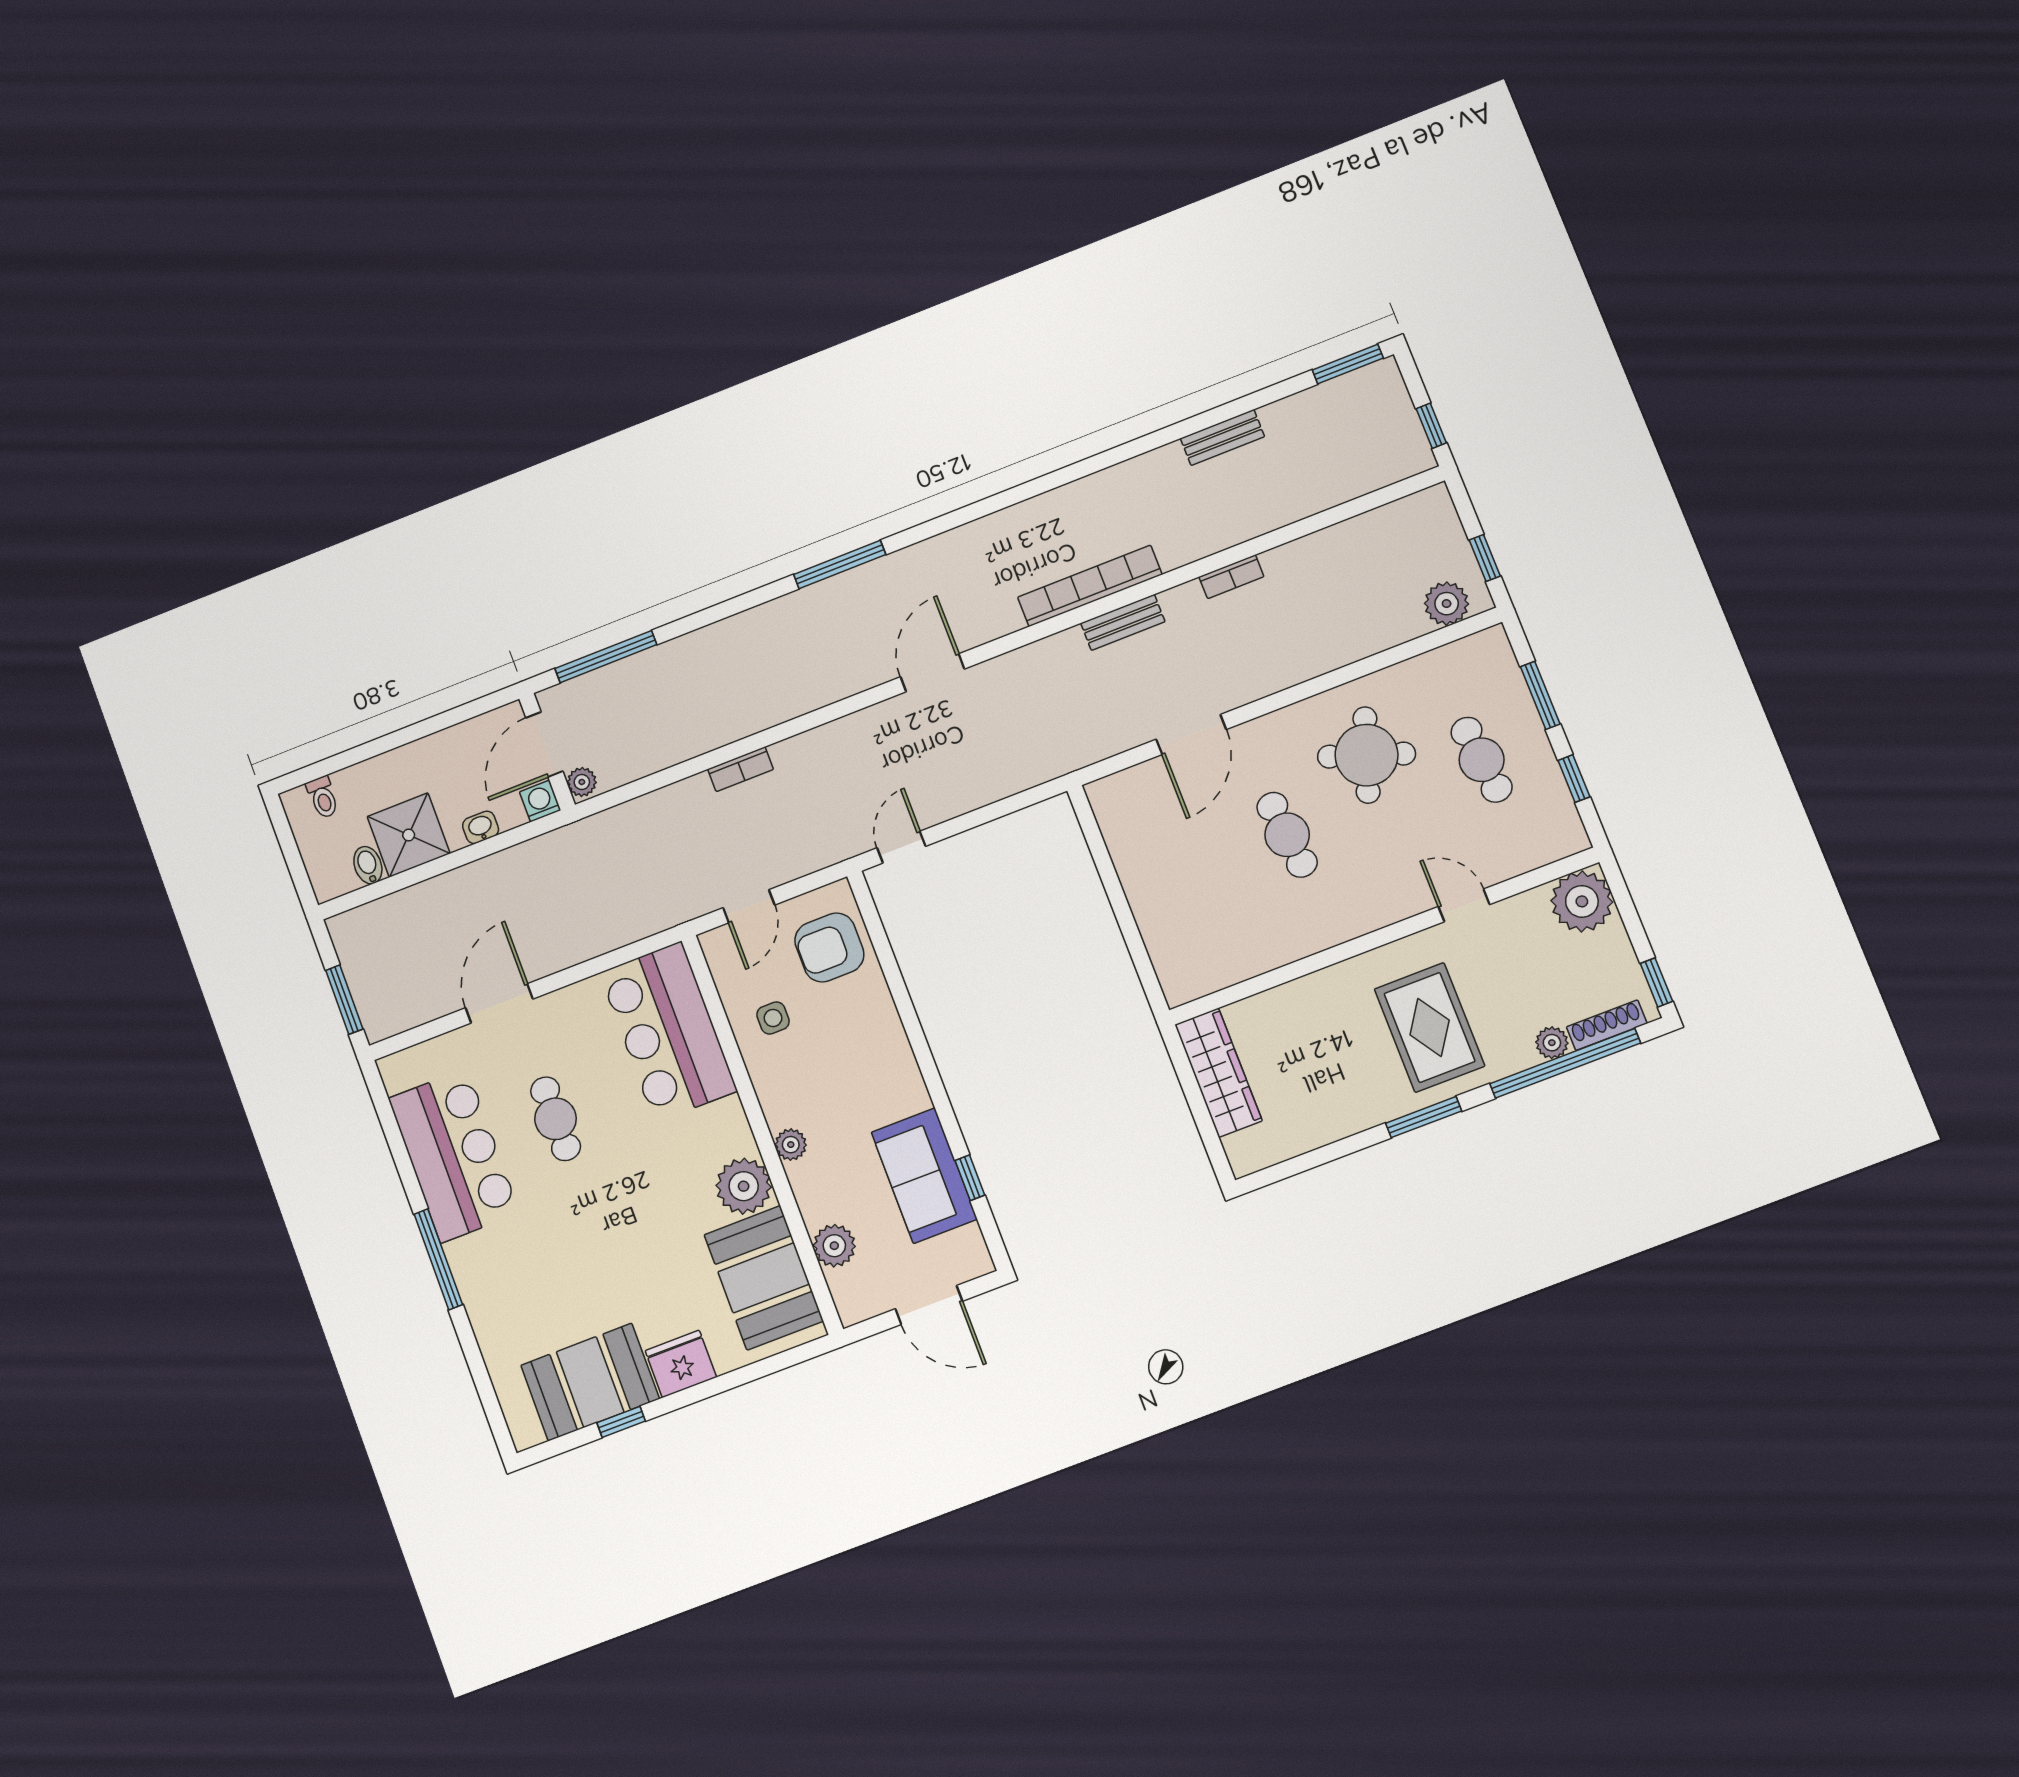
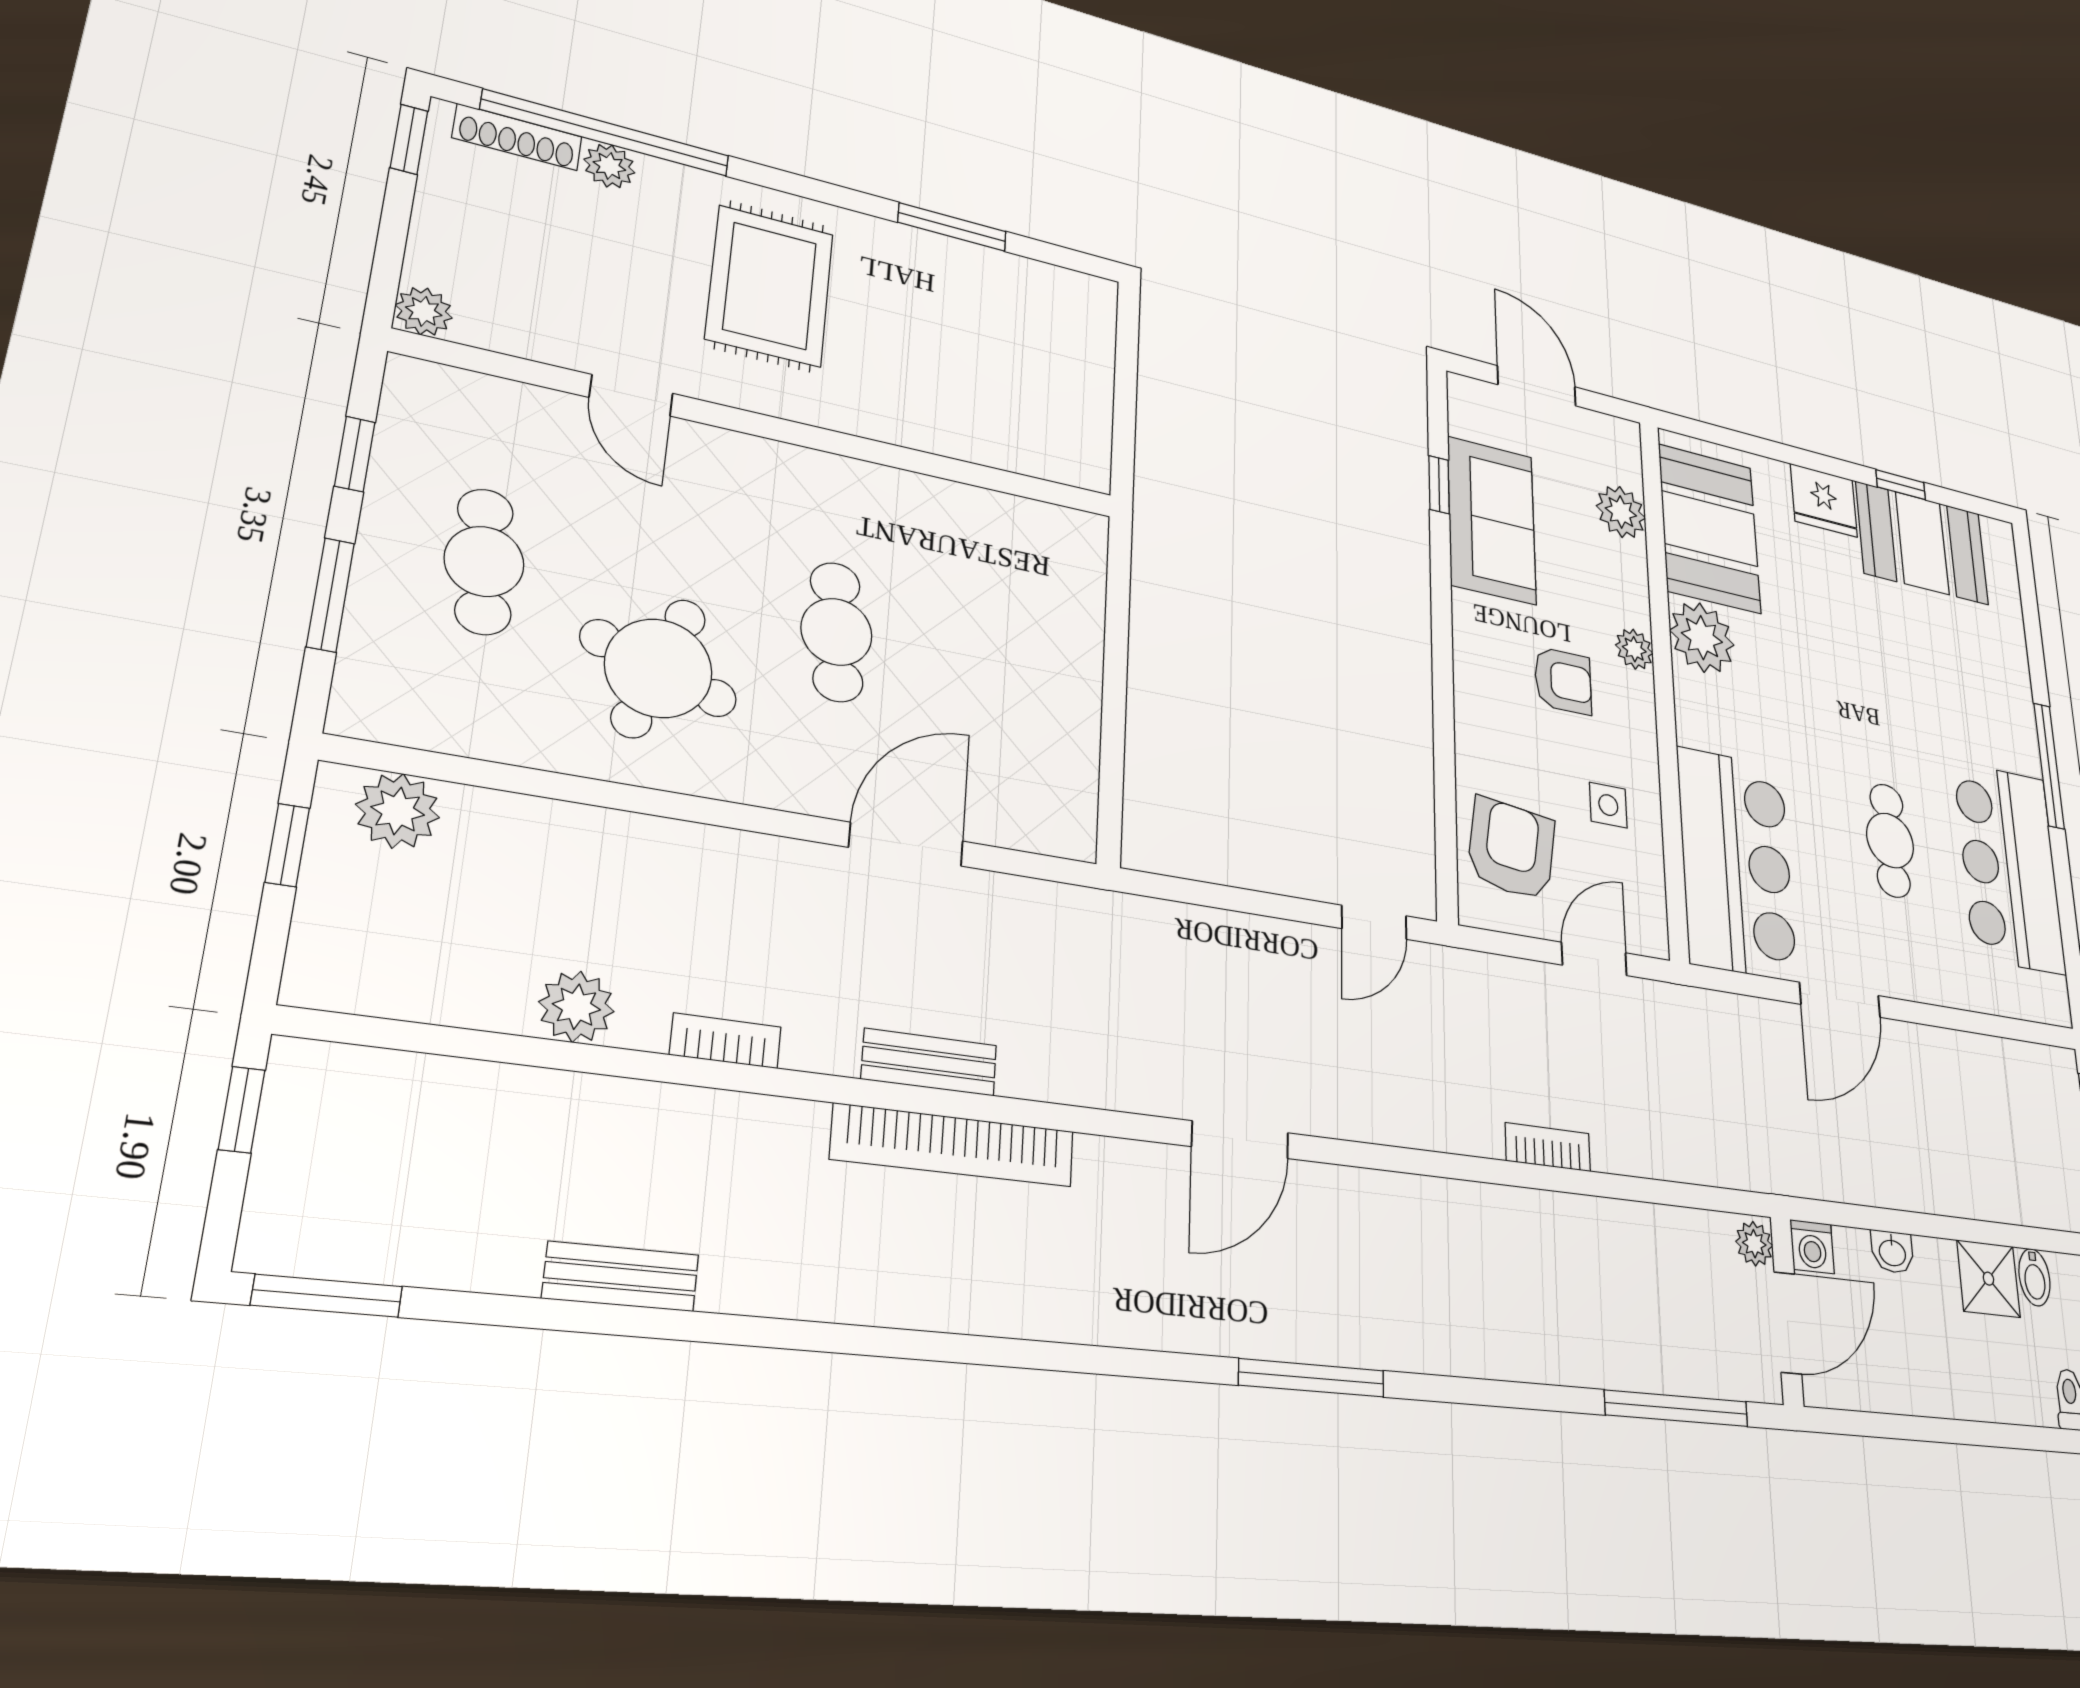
plant: (1311, 554) -> (576, 1007), added
shower: (409, 835) -> (1988, 1279), width x0.73, depth x0.73
plant: (1582, 901) -> (424, 311), width x0.53, depth x0.53
armchair: (829, 947) -> (1511, 849), turned -82
door: (499, 1003) -> (1840, 1000), moved
wardrobe: (1218, 1073) -> (1081, 408), removed
armchair: (834, 1088) -> (1563, 681), added
window: (1424, 1117) -> (952, 227), moved

